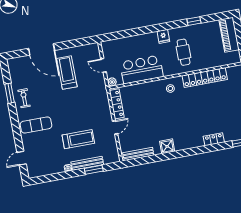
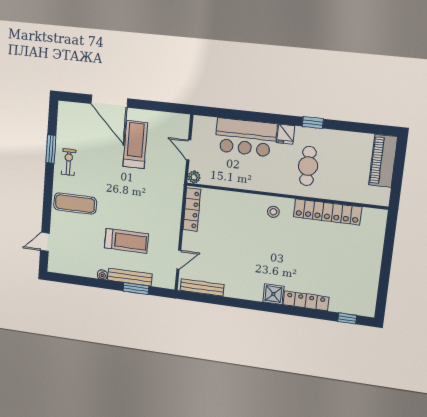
window: (194, 21) -> (313, 123), moved
bar counter: (142, 70) -> (246, 137), moved, turned 180
door: (115, 127) -> (179, 260), moved
locker: (214, 139) -> (306, 301), width x1.53
shower: (167, 146) -> (273, 294), moved

